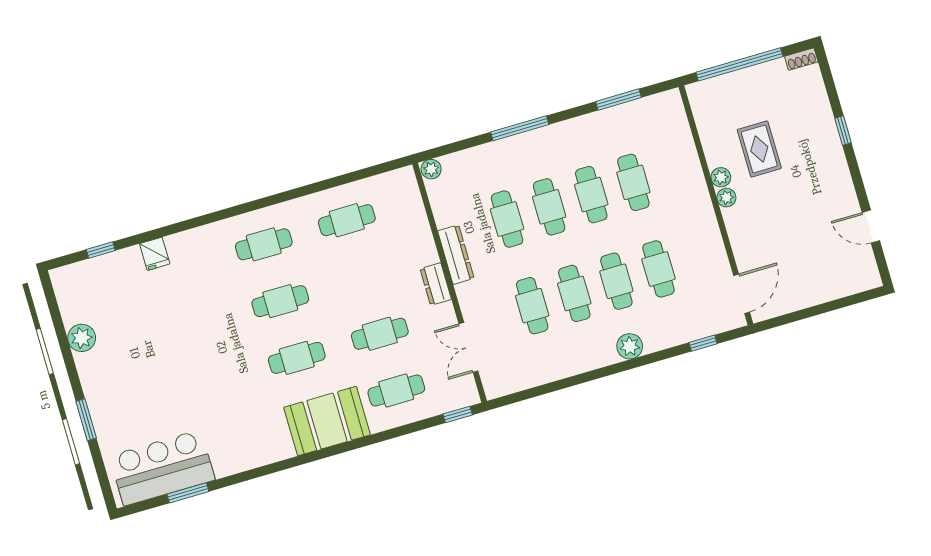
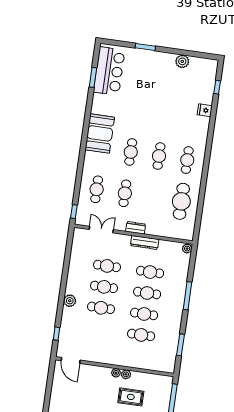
cafe table: (347, 220) -> (181, 201), width x1.37, depth x1.35
cafe table: (659, 269) -> (98, 329), removed
booth: (327, 421) -> (100, 133), moved

